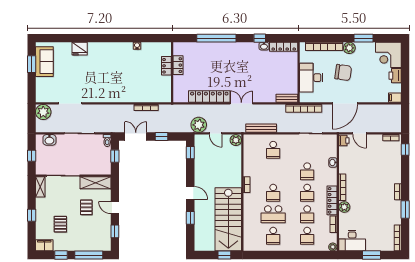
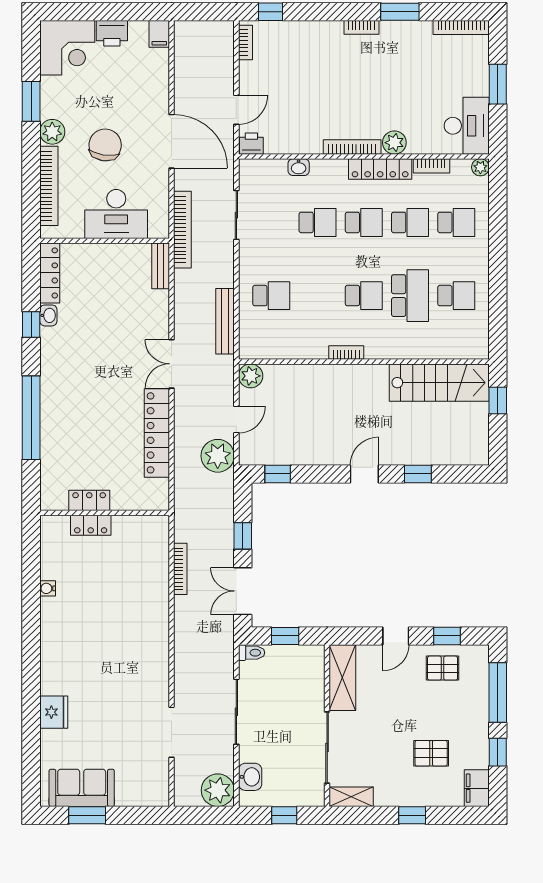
plant: (43, 112) -> (218, 790), moved
pallet: (86, 207) -> (443, 668), moved
stairs: (228, 219) -> (439, 383), width x0.73, depth x0.66

